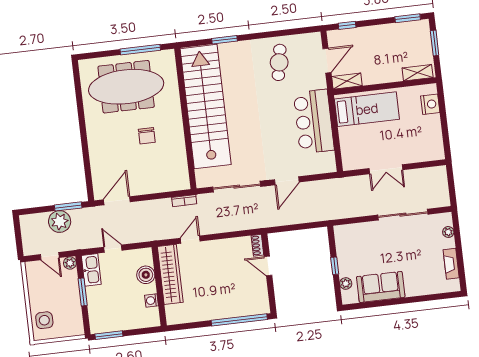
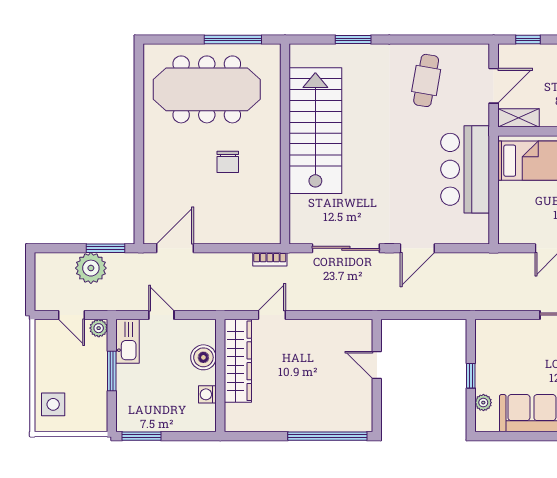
stairs: (206, 107) -> (315, 131), width x0.73
shoe rack: (257, 245) -> (365, 334), removed

